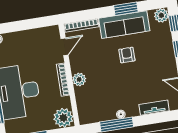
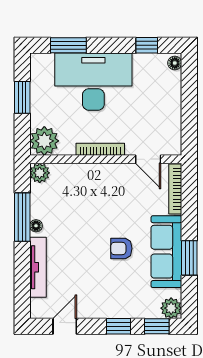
armchair: (127, 55) -> (121, 248), turned 180
plant: (79, 79) -> (40, 173), moved
tv unit: (154, 108) -> (38, 267), width x1.41

